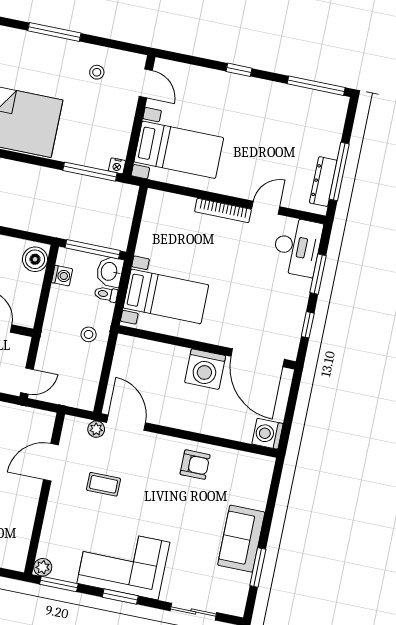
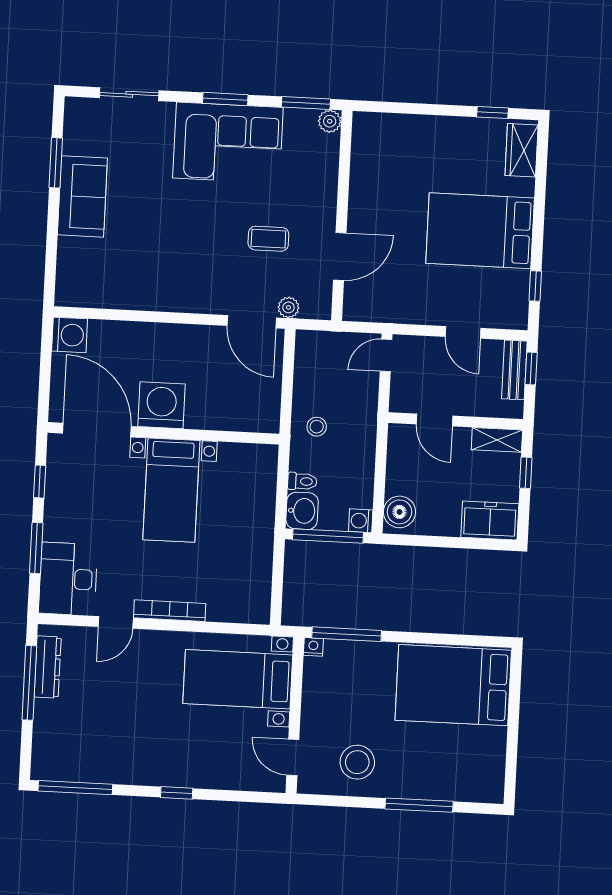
stool: (97, 72) -> (357, 762), width x1.89, depth x1.89
washing machine: (62, 276) -> (361, 521), moved
bed with nightstands: (166, 296) -> (171, 490), moved, turned -90
armchair: (195, 465) -> (156, 282), removed

